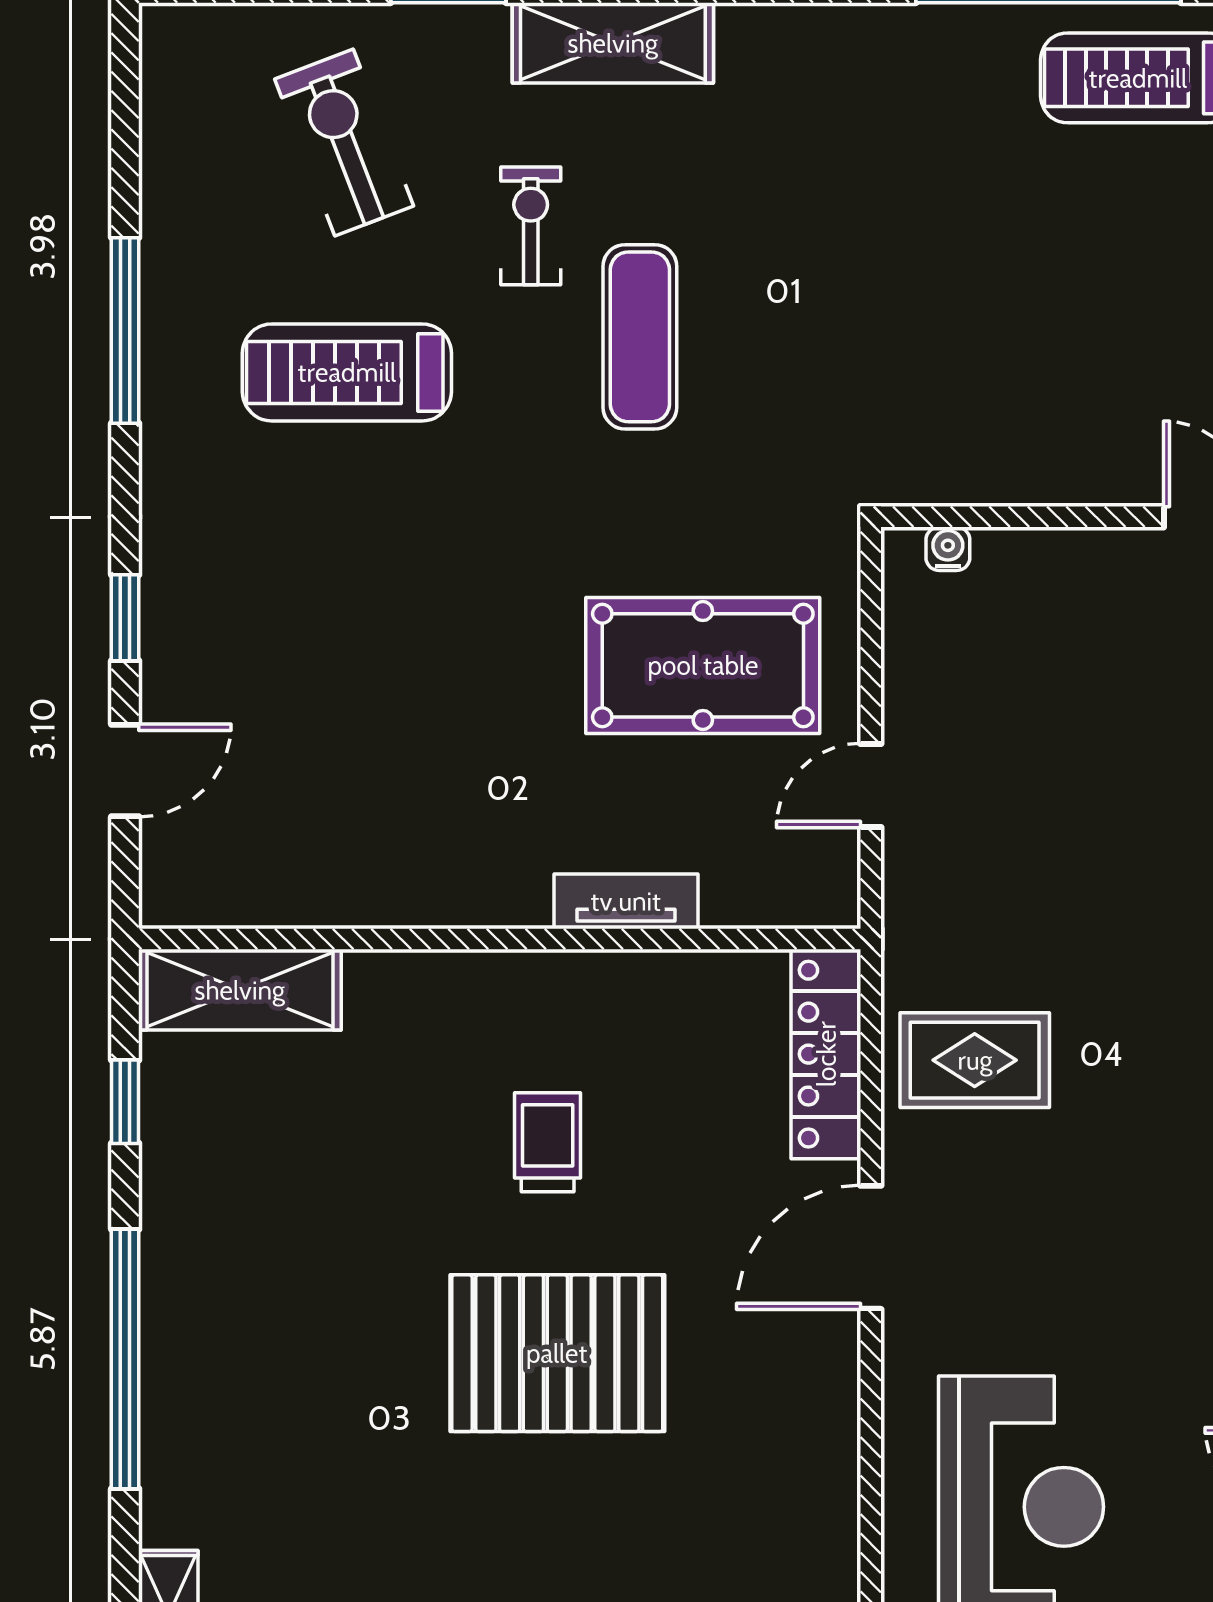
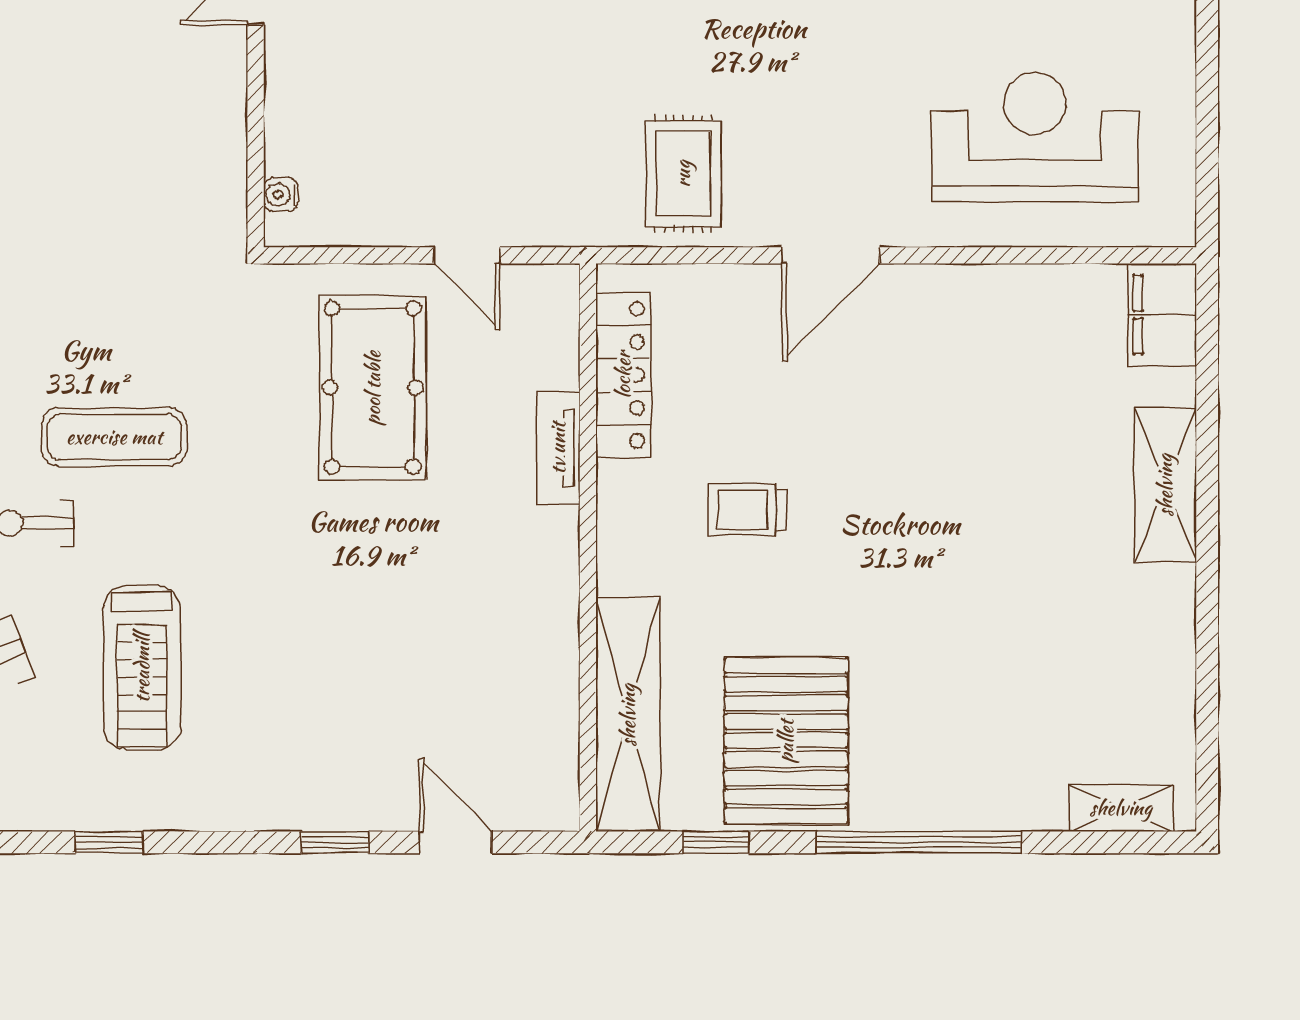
window: (125, 330) -> (109, 842), width x0.46
shelving: (240, 990) -> (628, 715), width x1.47
locker: (826, 1054) -> (623, 375), moved, turned -90
door: (871, 1247) -> (831, 255), hinge flipped
pallet: (557, 1353) -> (786, 741), moved

